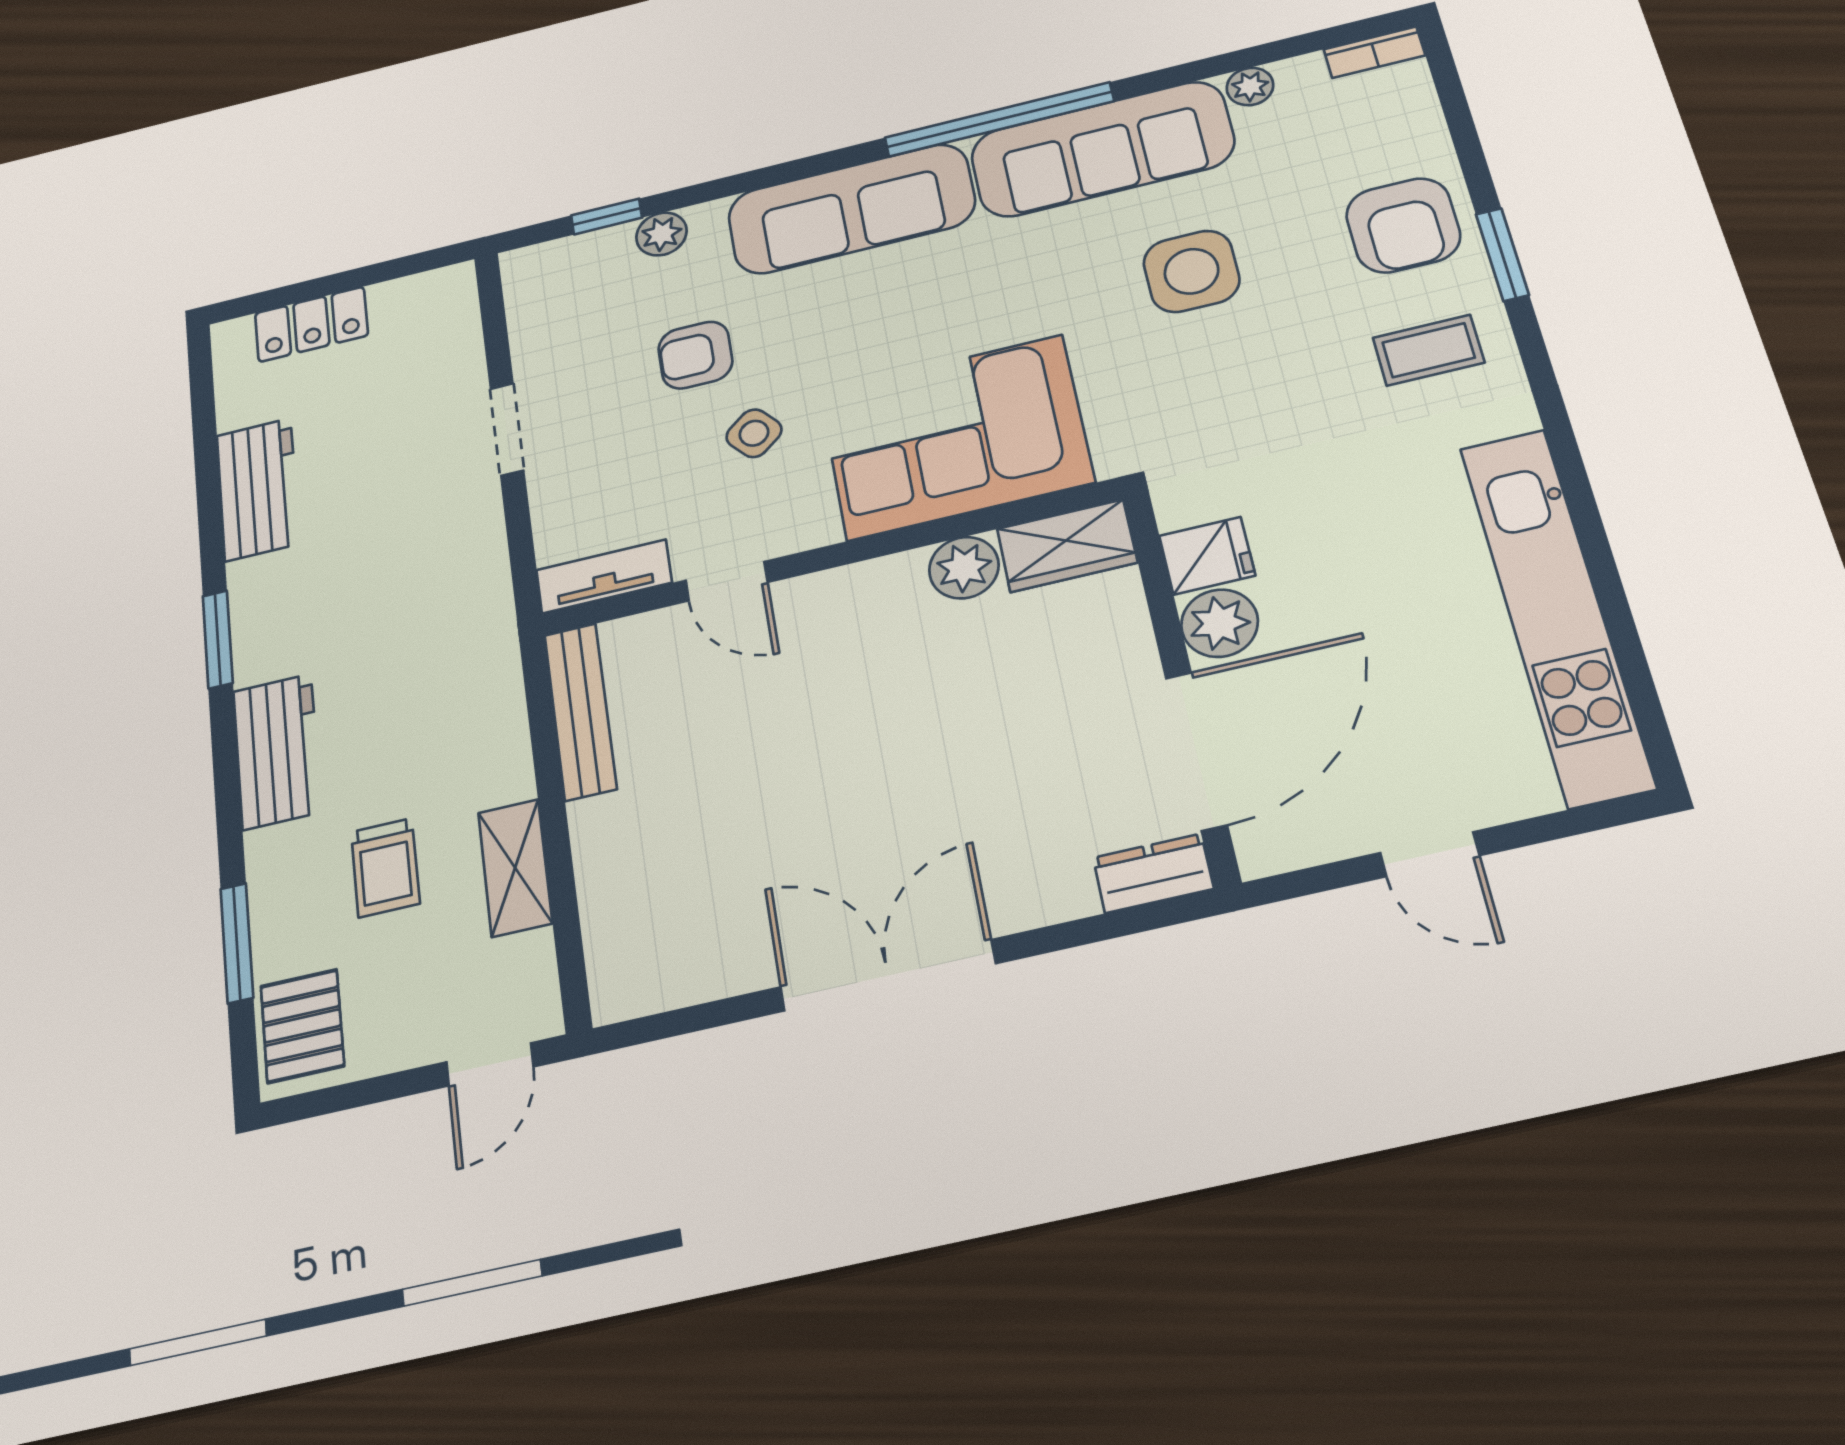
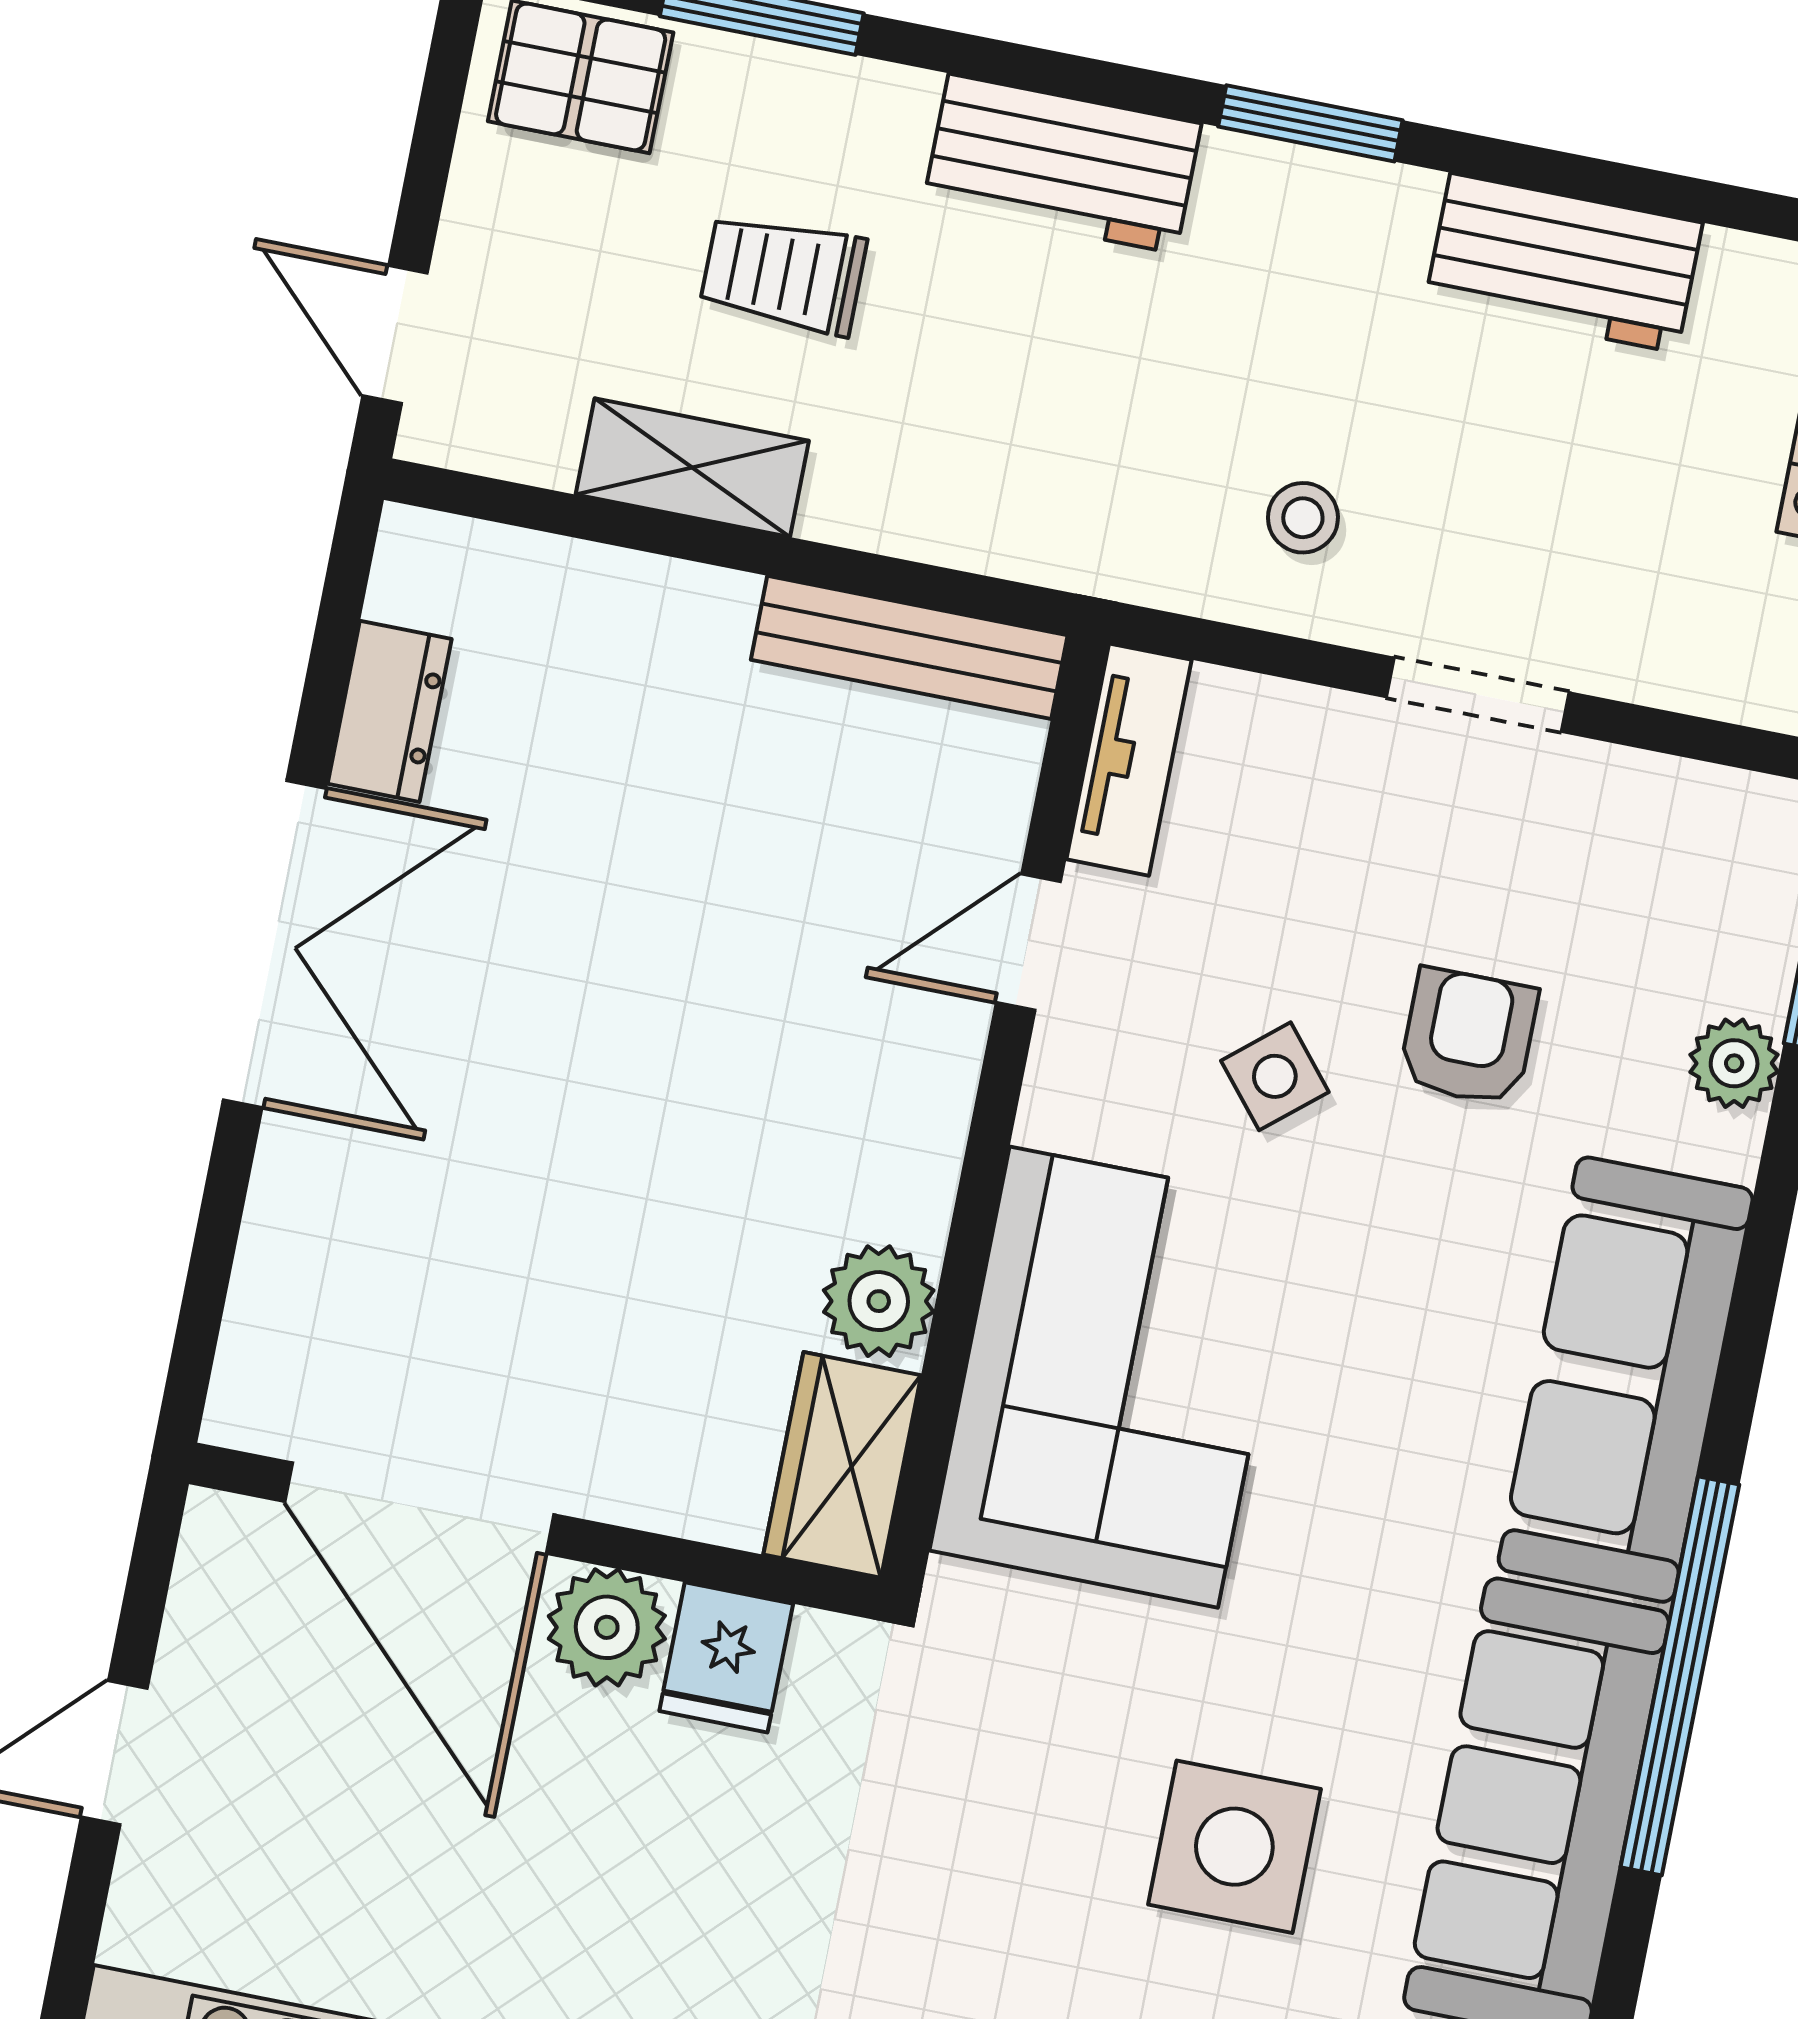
stool: (438, 551) -> (1303, 518), added
dresser: (1153, 873) -> (390, 711), moved

